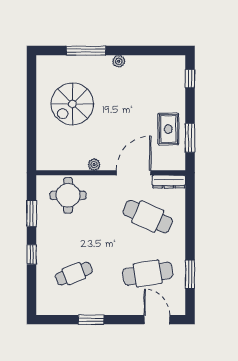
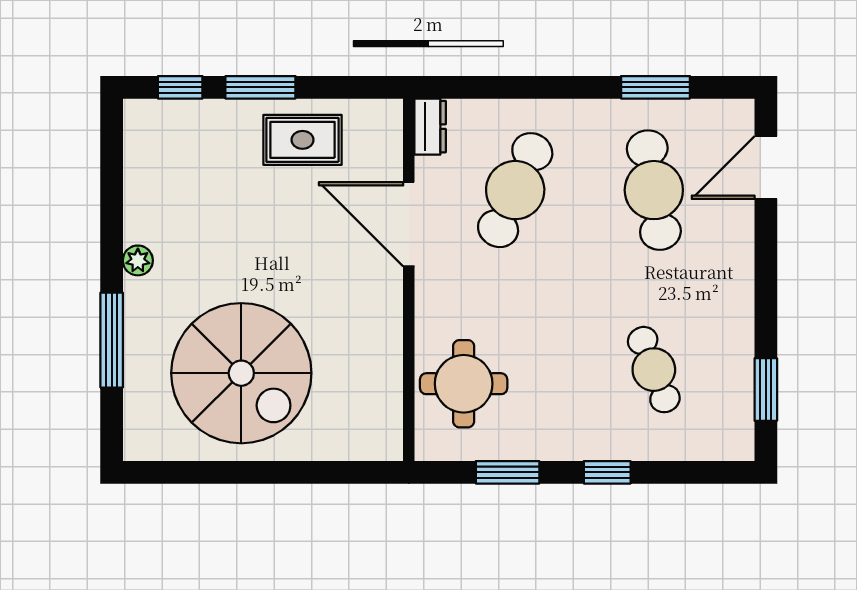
spiral stairs: (72, 104) -> (241, 373), width x1.37, depth x1.37
window: (190, 138) -> (260, 87), moved
plant: (94, 165) -> (389, 320), removed
dresser: (169, 182) -> (430, 127), width x0.70
window: (91, 320) -> (766, 390), moved

